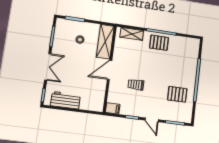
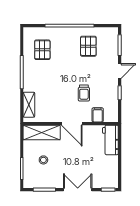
pallet: (159, 43) -> (42, 50), moved
workbench: (65, 100) -> (110, 140), moved
filing cabinet: (113, 108) -> (98, 115), moved

